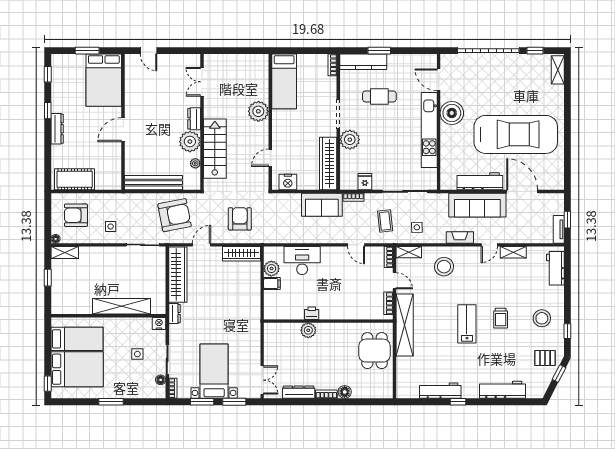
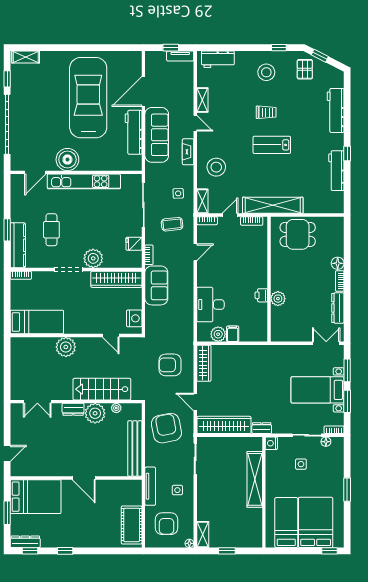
dresser: (57, 129) -> (25, 542), moved
tv unit: (115, 198) -> (150, 486), added

